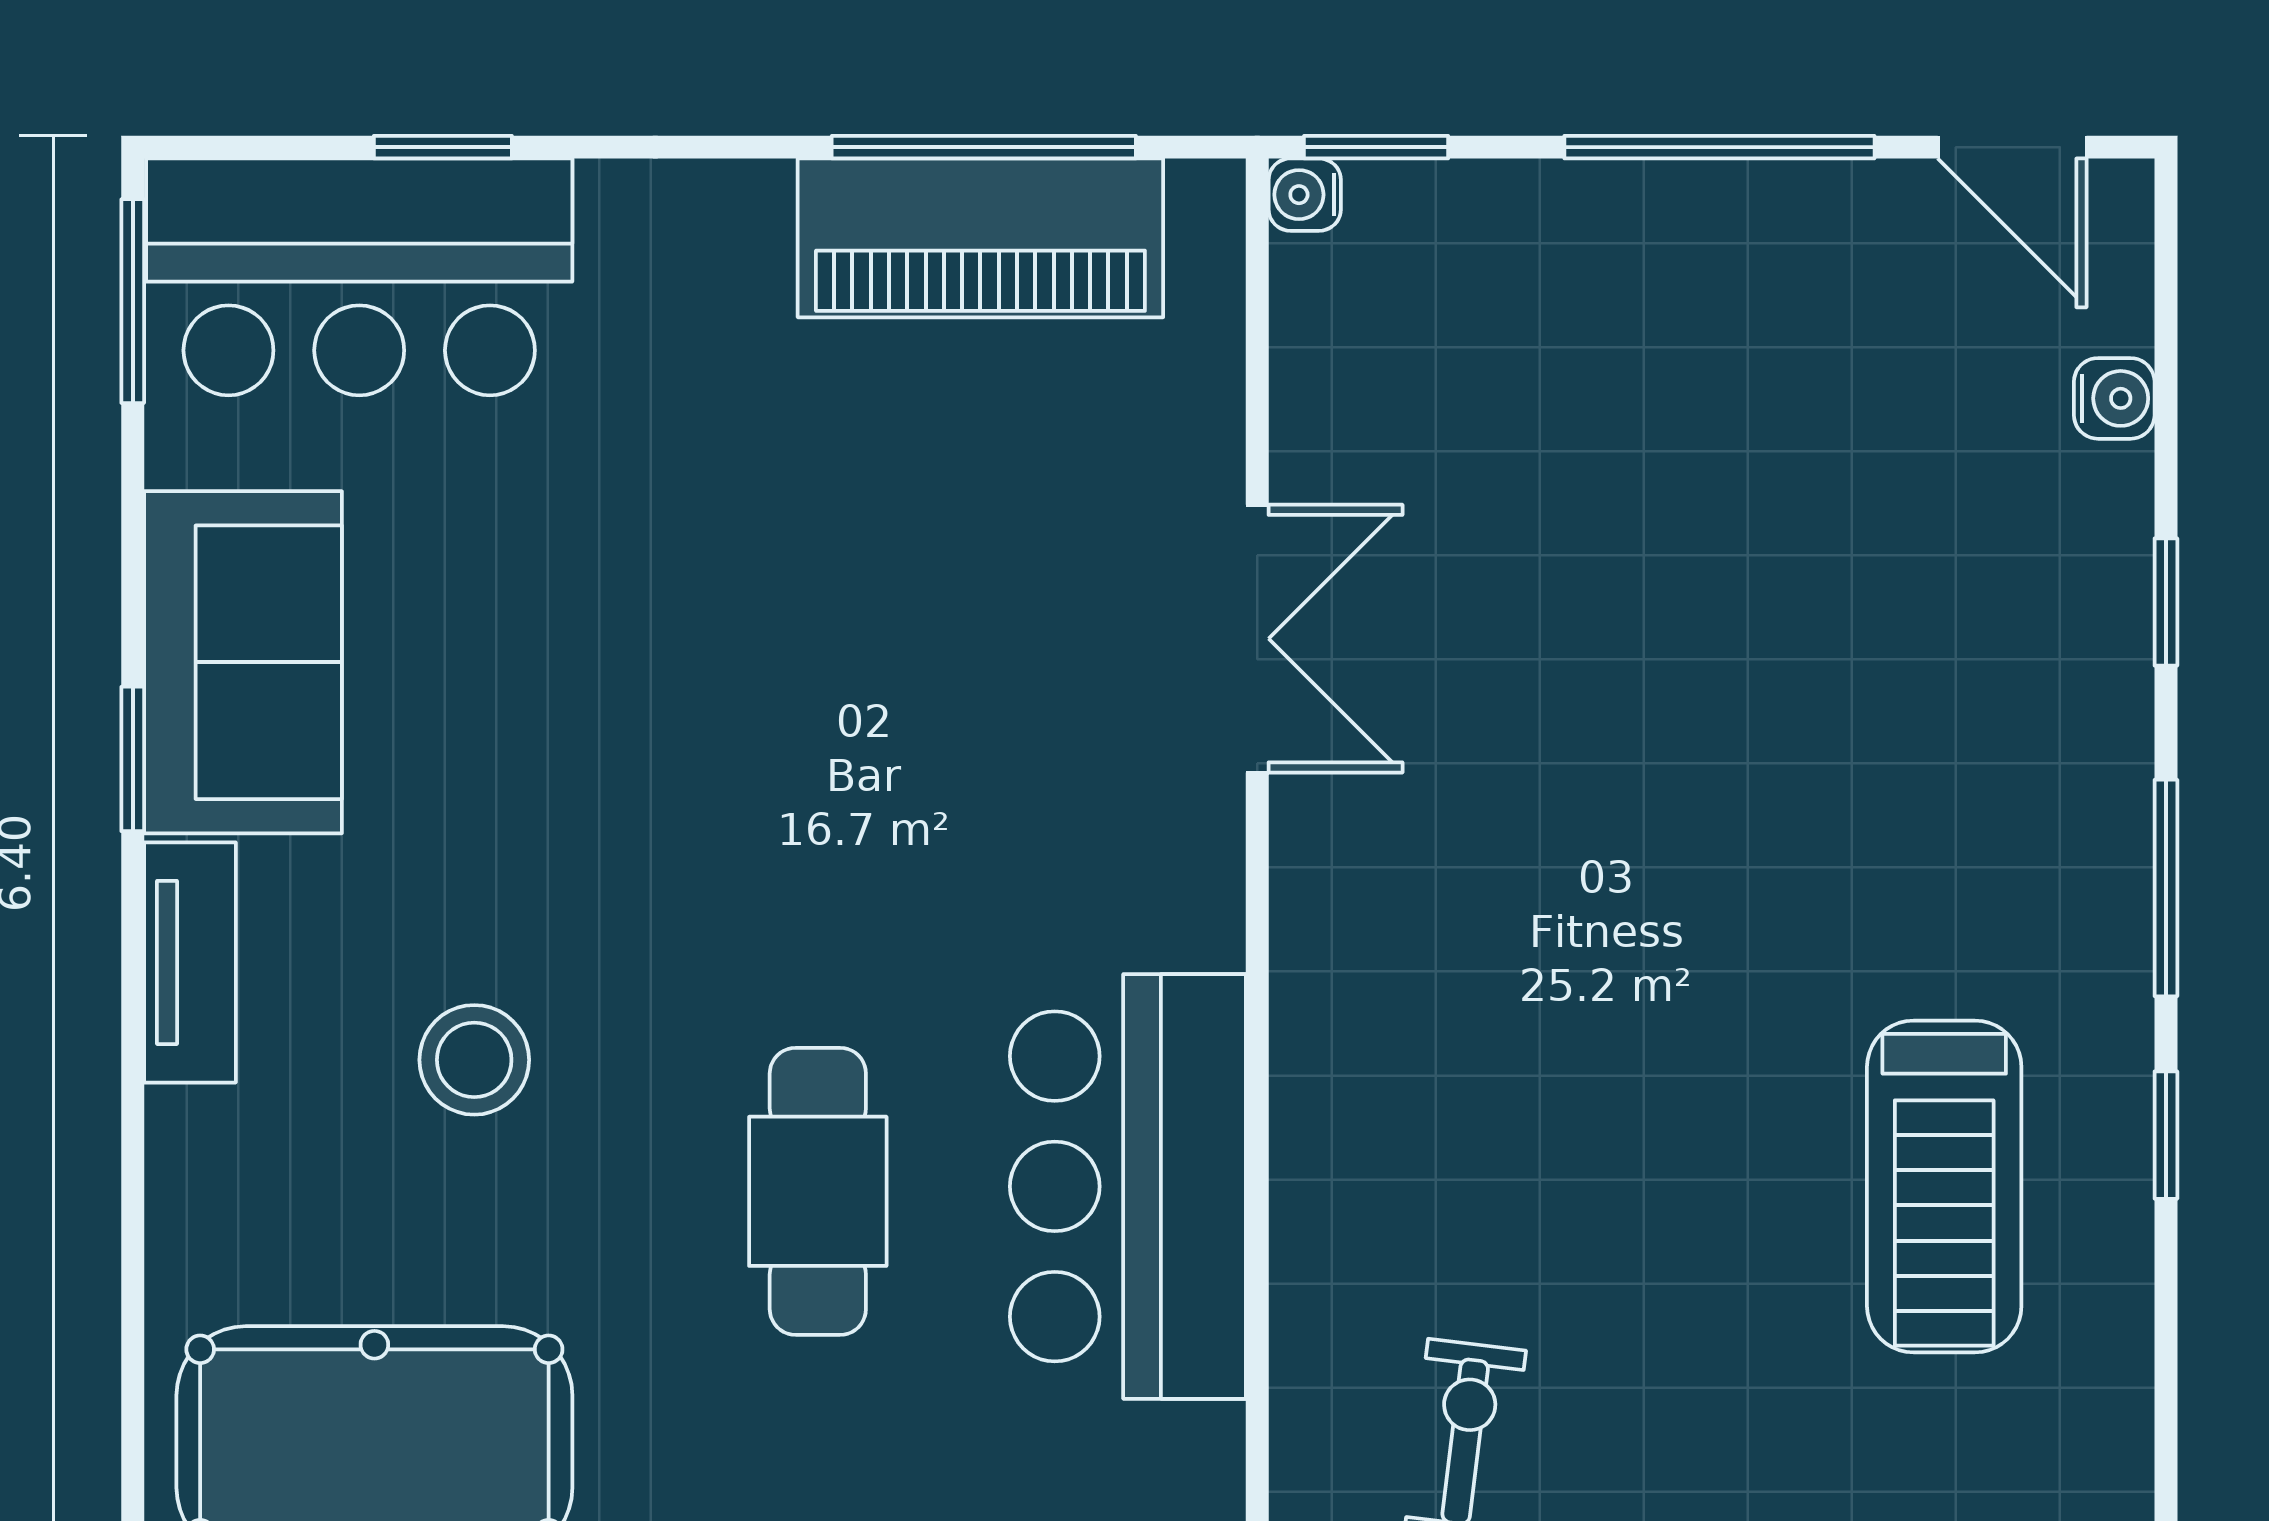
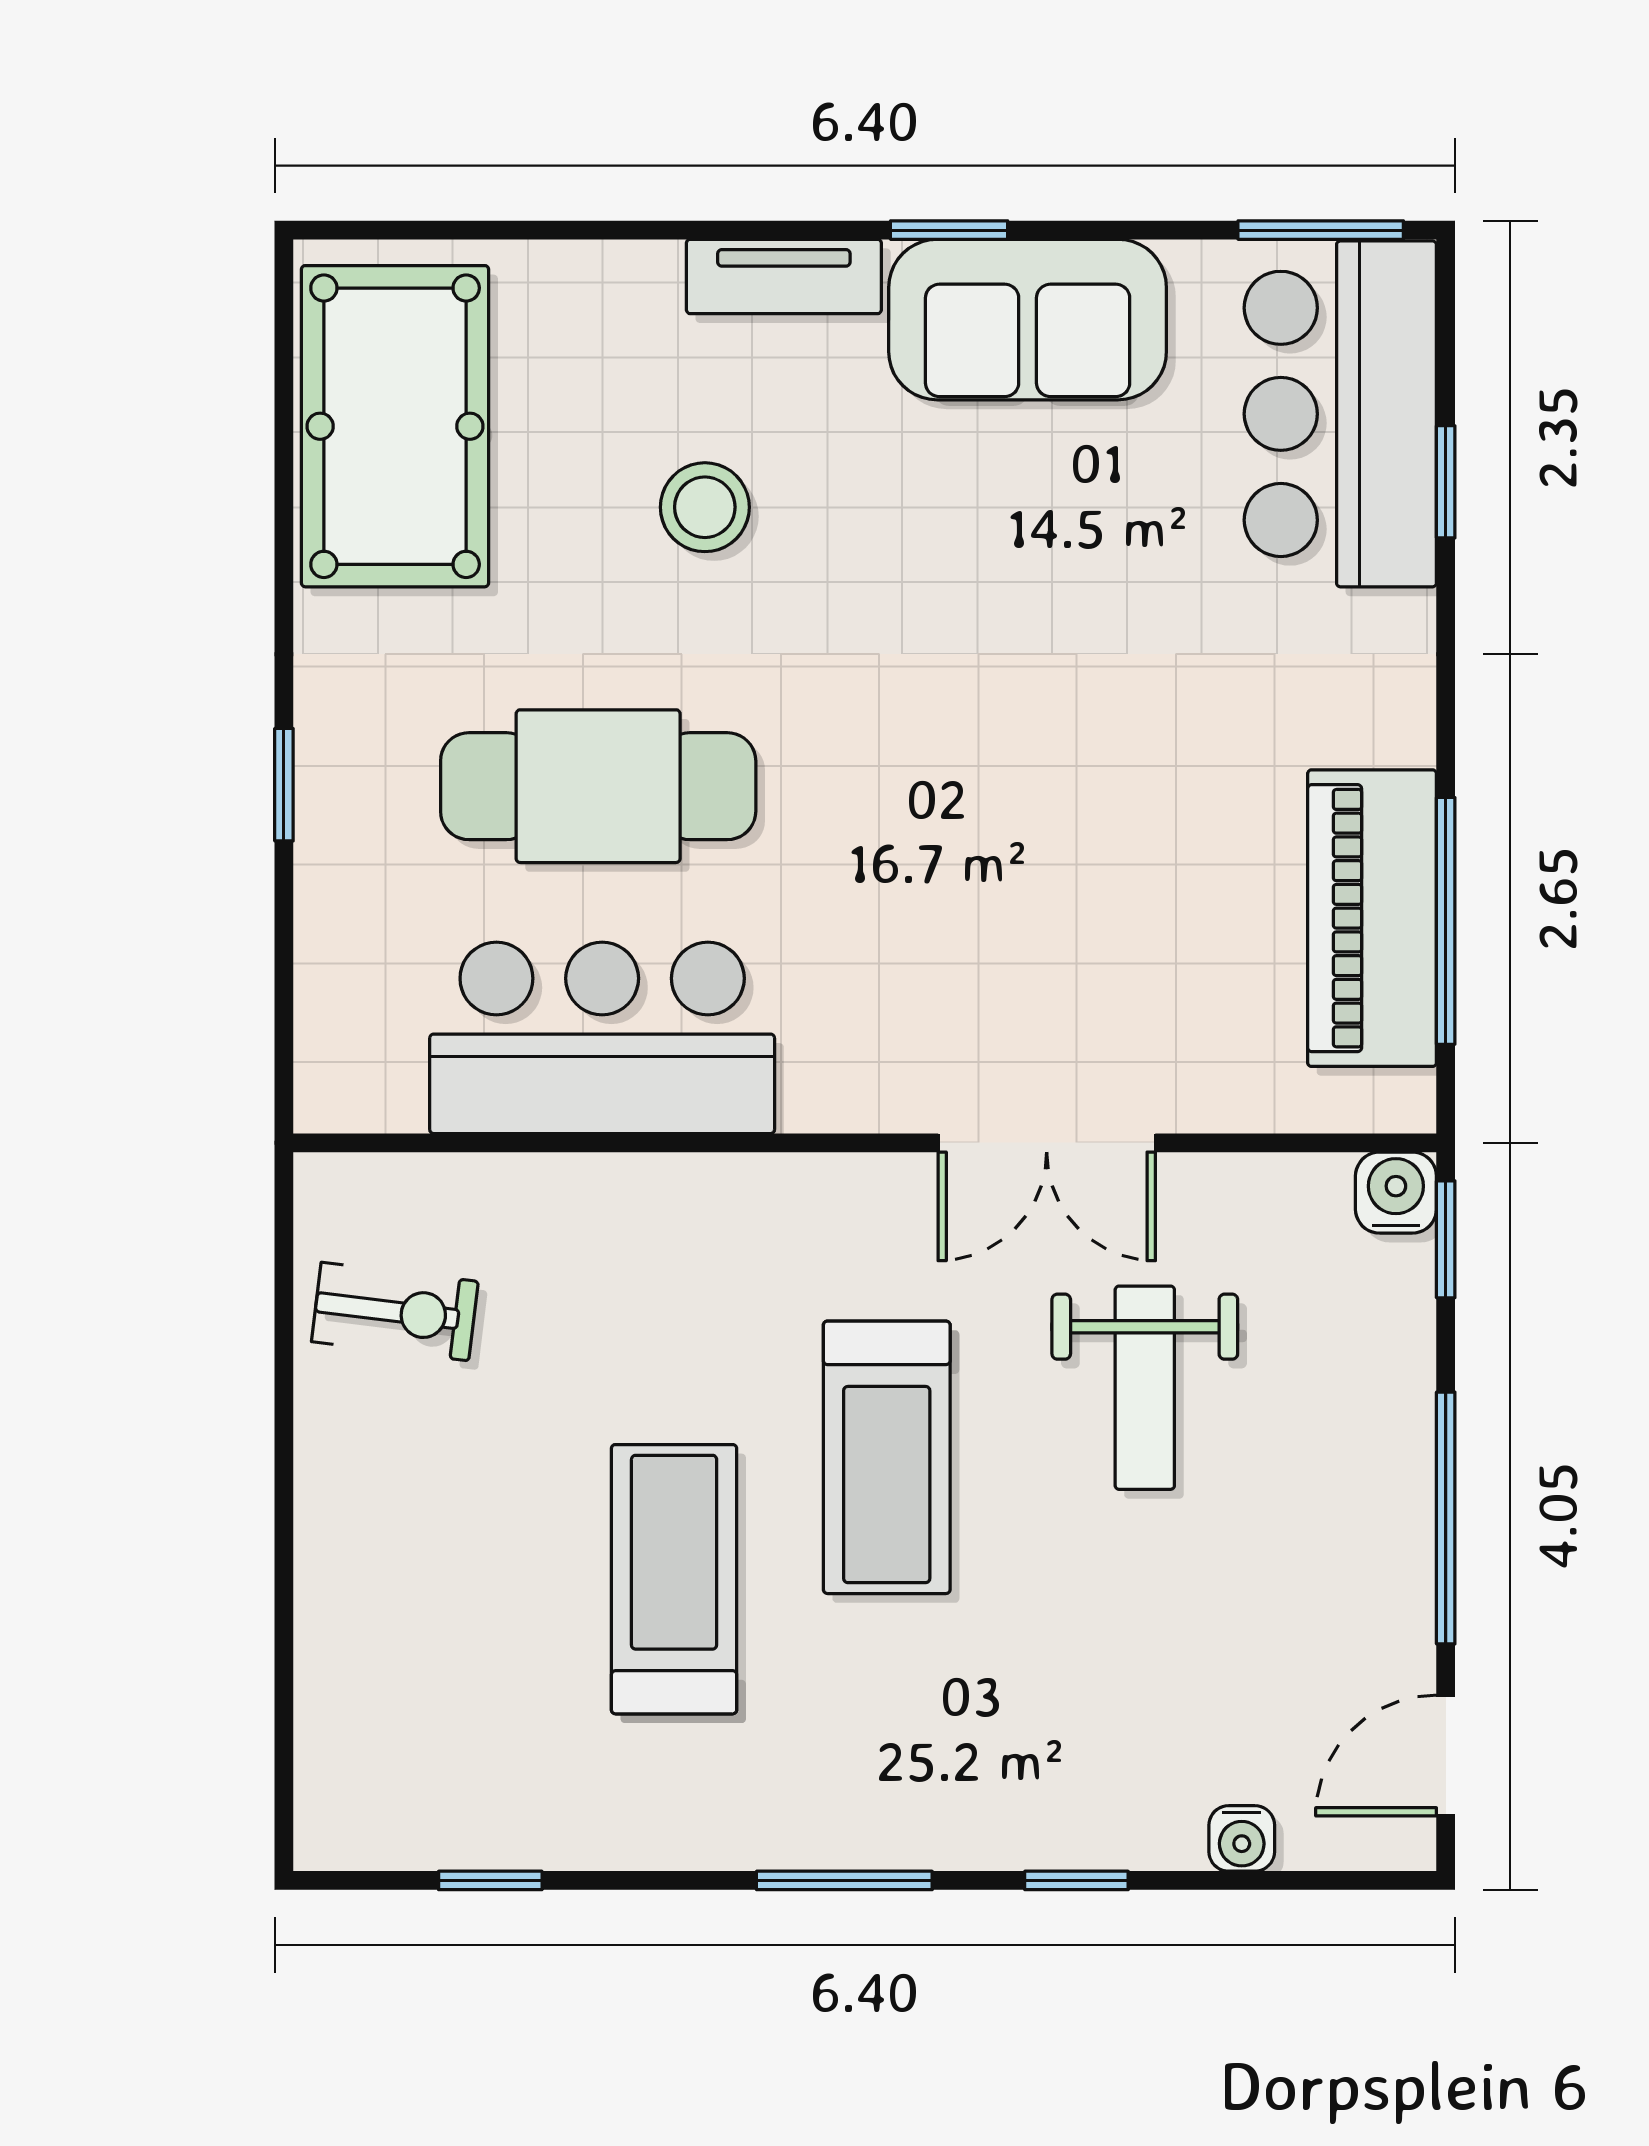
water cooler: (1305, 195) -> (1396, 1193), width x1.38, depth x1.38
weight bench: (1559, 518) -> (1145, 1388), added
treadmill: (1645, 836) -> (887, 1457), added
window: (2166, 1135) -> (490, 1880), moved
treadmill: (1944, 1187) -> (674, 1579), moved, turned 90
cafe table: (818, 1191) -> (598, 786), width x1.37, depth x1.35

